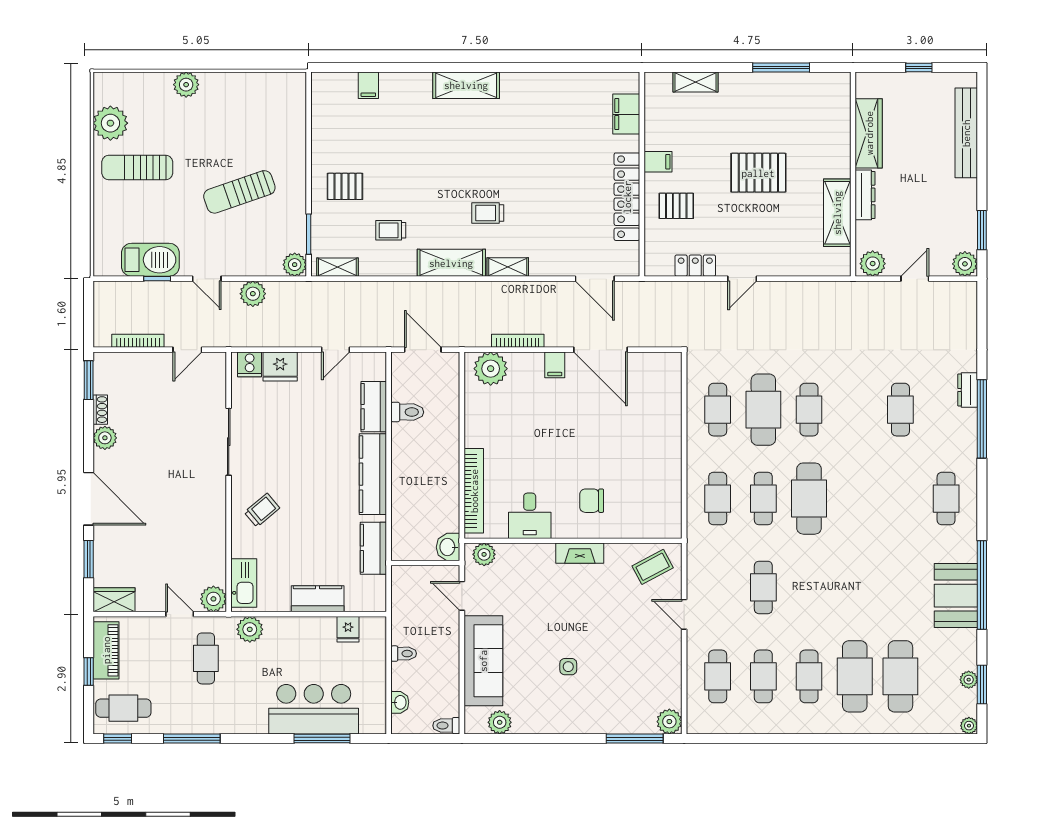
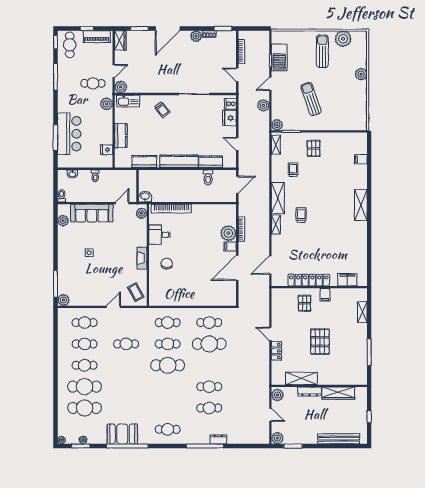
locker: (695, 266) -> (277, 351), moved
plant: (491, 369) -> (228, 233), moved
cafe table: (809, 410) -> (209, 387), moved

